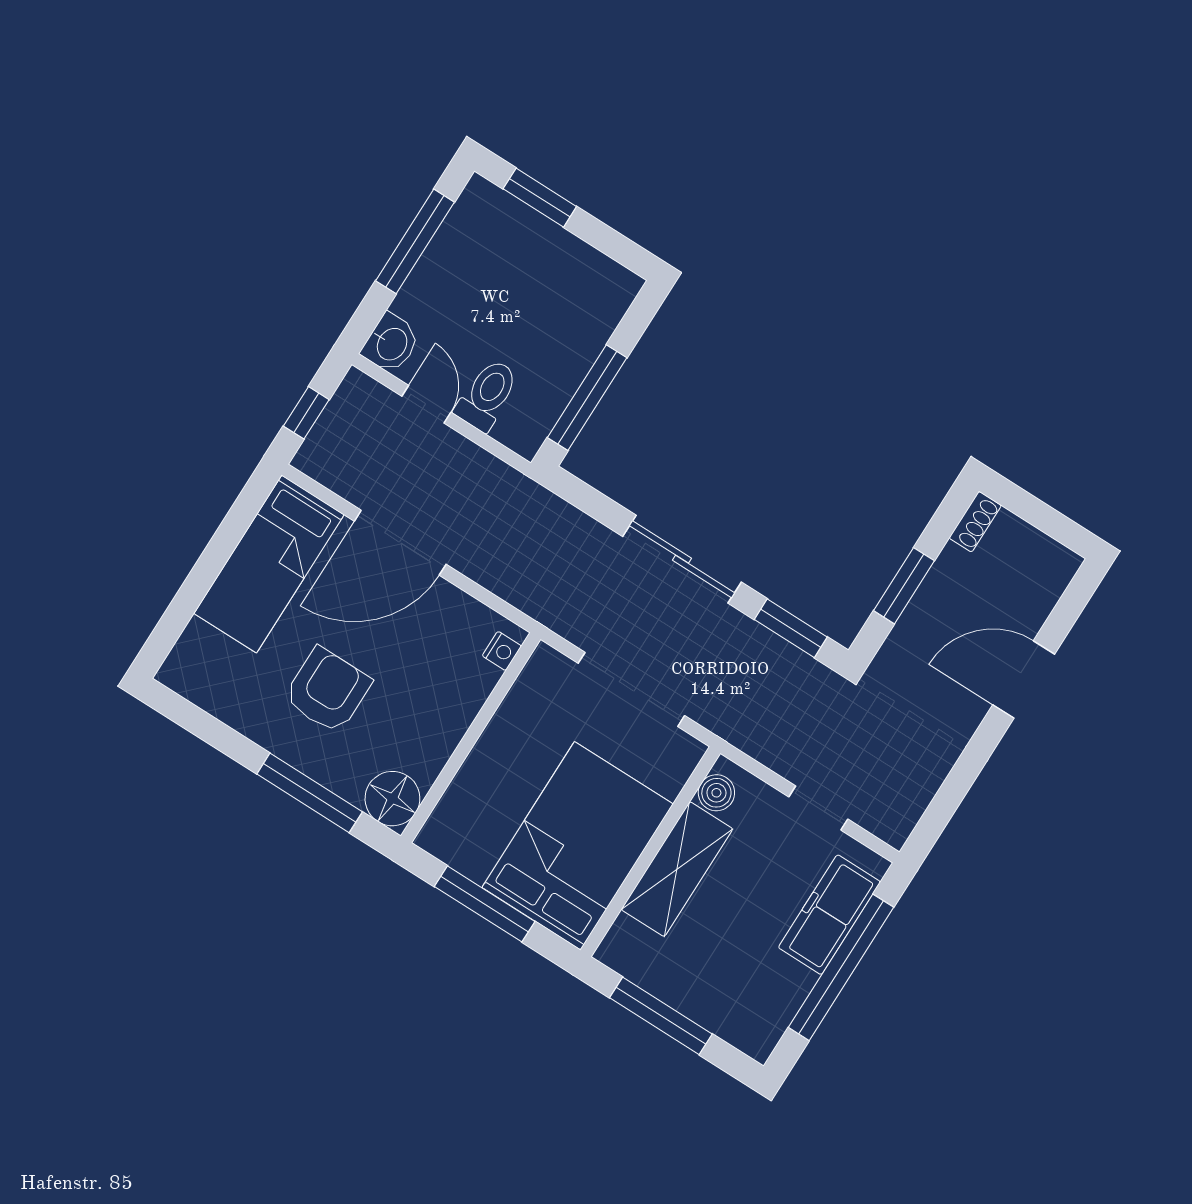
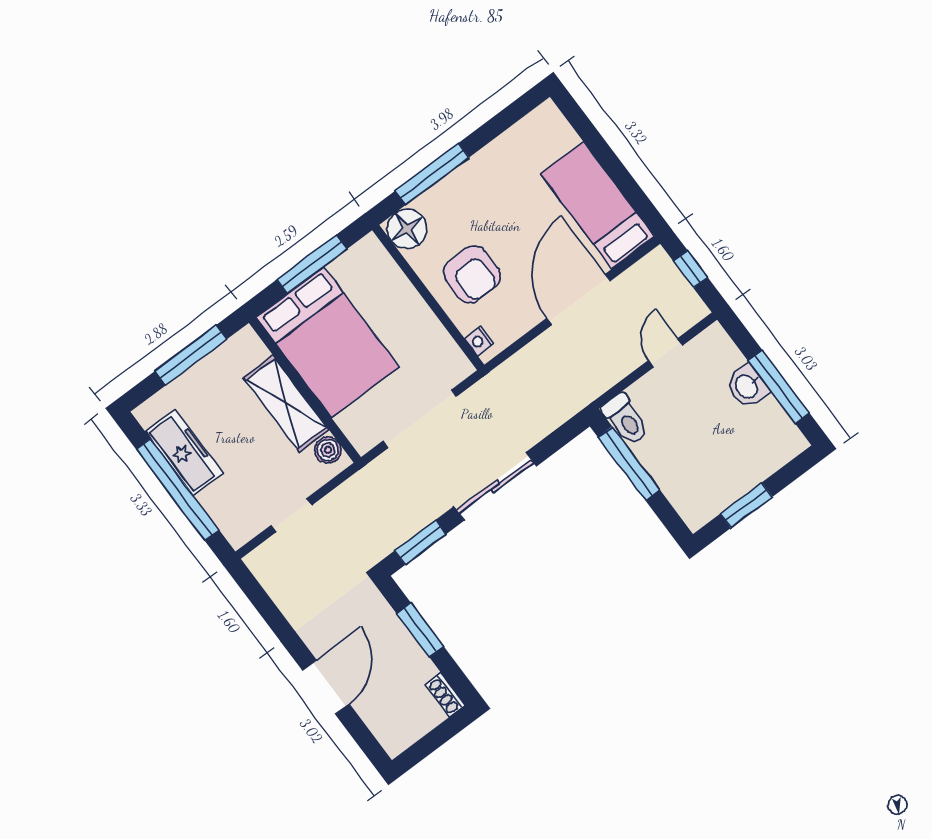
window: (540, 198) -> (746, 505), moved
washbasin: (391, 344) -> (747, 386), moved
toilet: (487, 395) -> (626, 419), moved
door: (426, 404) -> (666, 353), swing flipped
armchair: (327, 690) -> (472, 274), moved
freezer: (829, 915) -> (184, 452), moved

